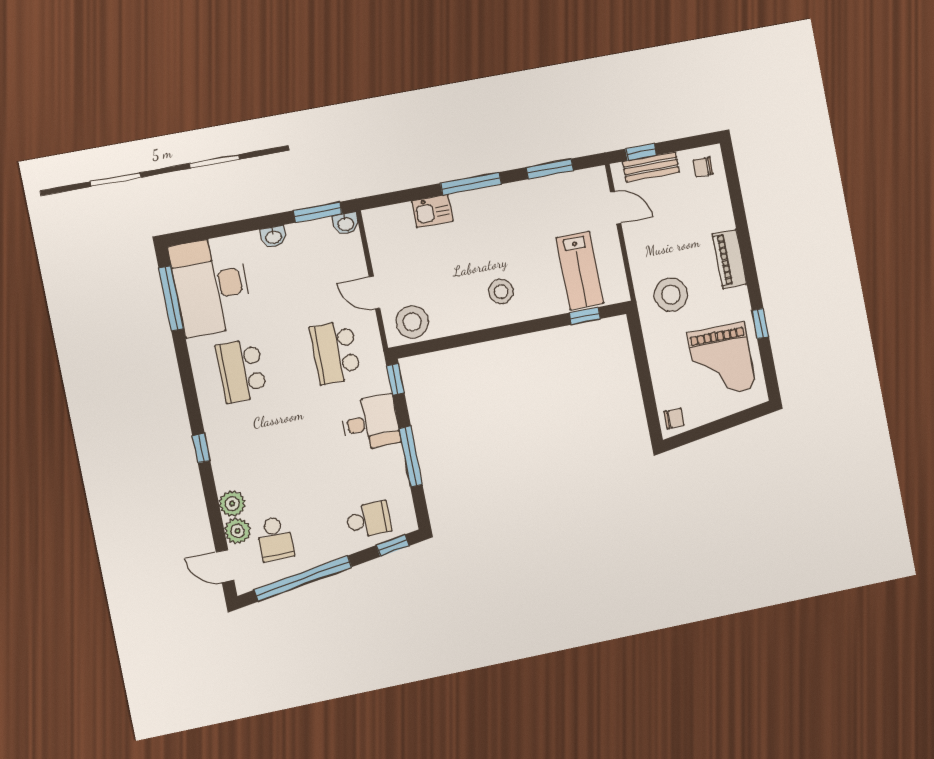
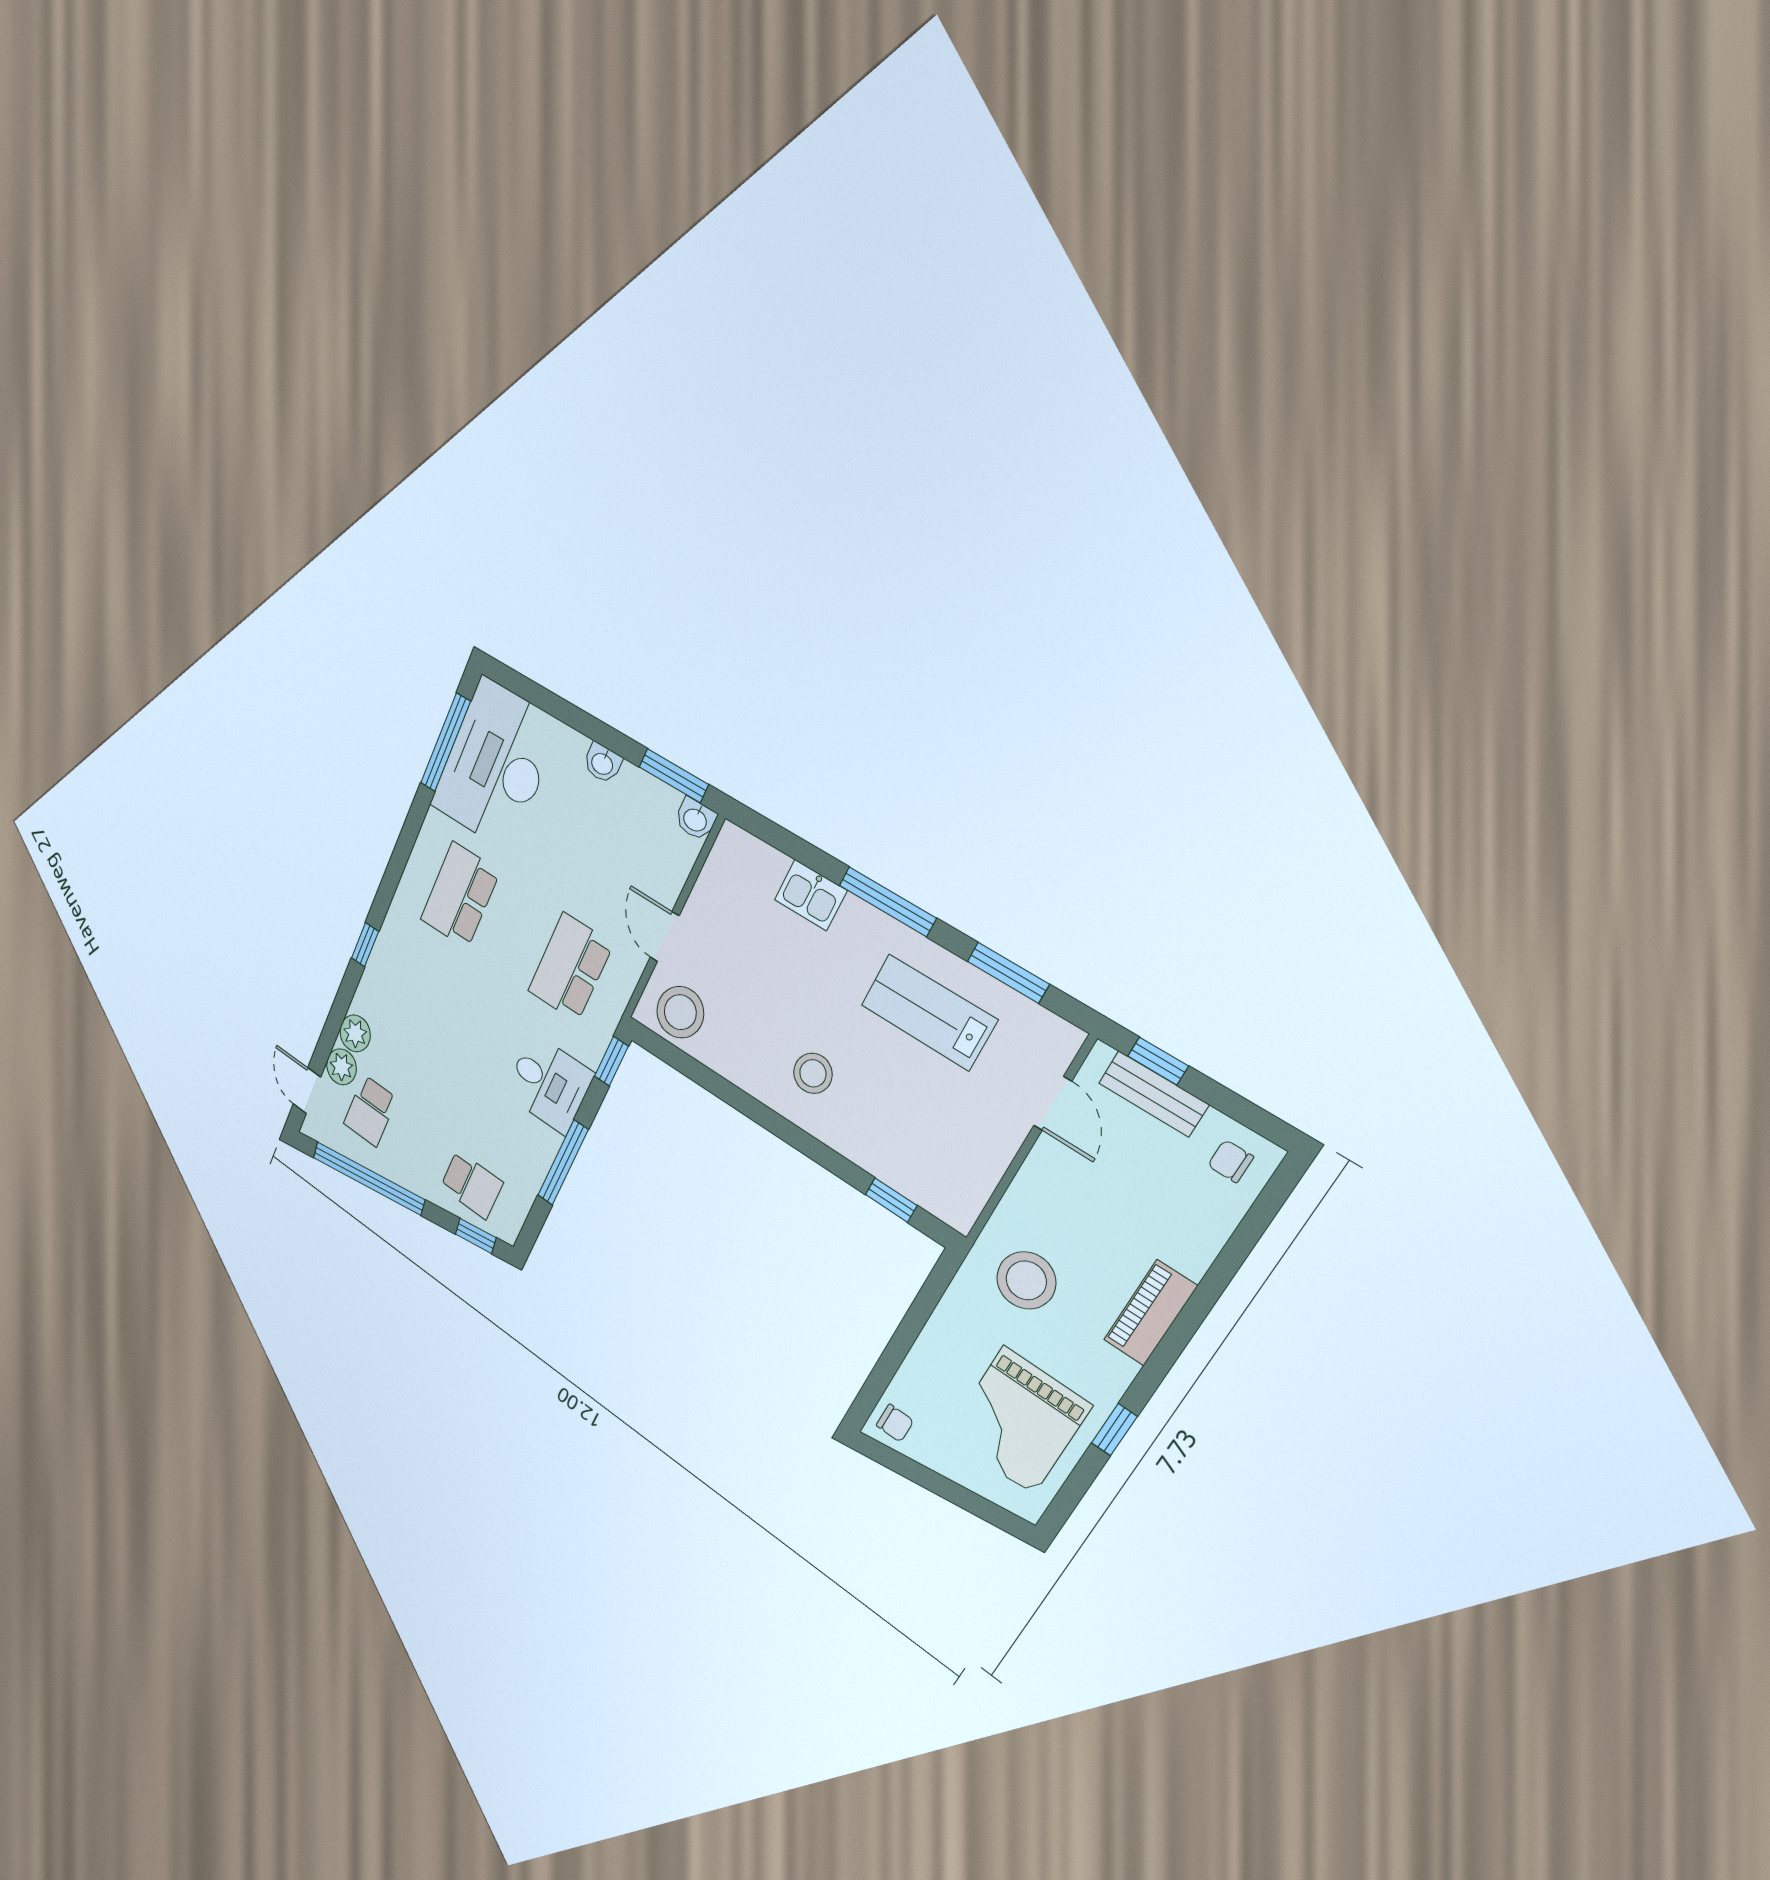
lab bench: (580, 271) -> (929, 1012), moved, turned 90

